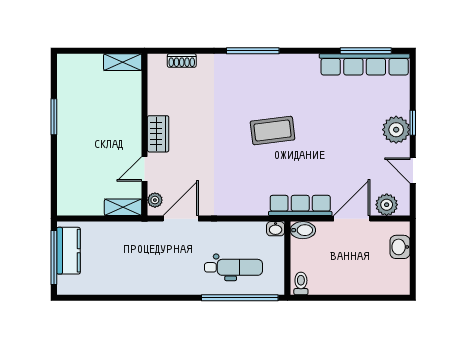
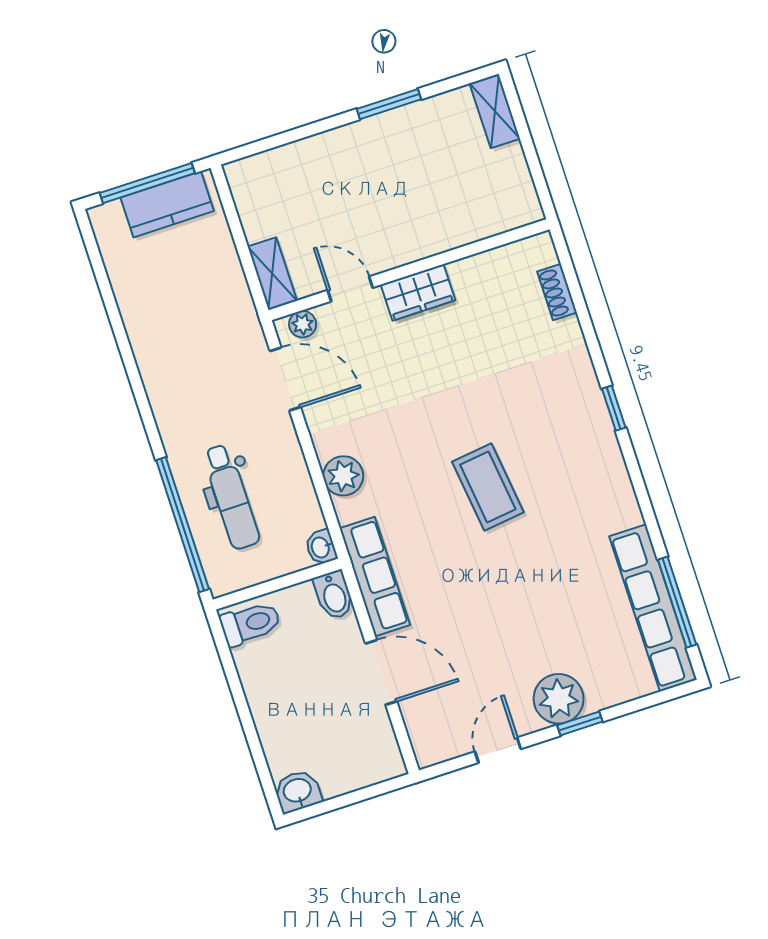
window: (253, 51) -> (614, 408), width x0.46
shelving: (123, 62) -> (495, 111), moved
plant: (387, 205) -> (343, 476), moved
washbasin: (400, 247) -> (298, 791), moved
toilet: (301, 283) -> (250, 623), width x1.37, depth x1.39

